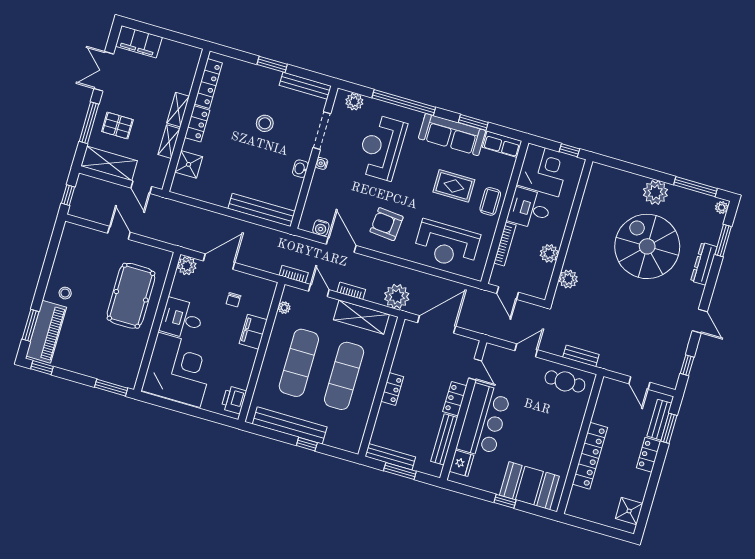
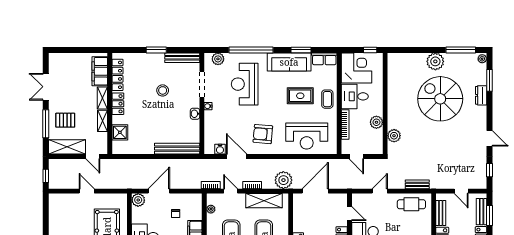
filing cabinet: (139, 42) -> (100, 71), moved, turned 90
dresser: (704, 264) -> (481, 95), width x0.70
bench: (602, 405) -> (441, 213), added

